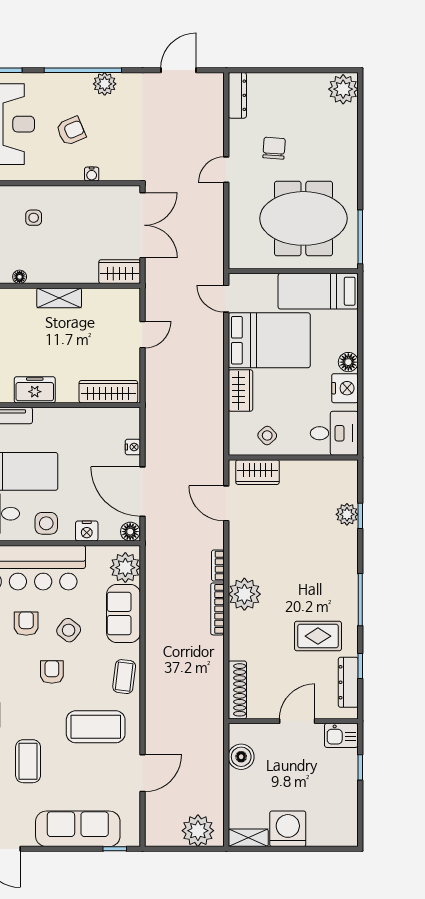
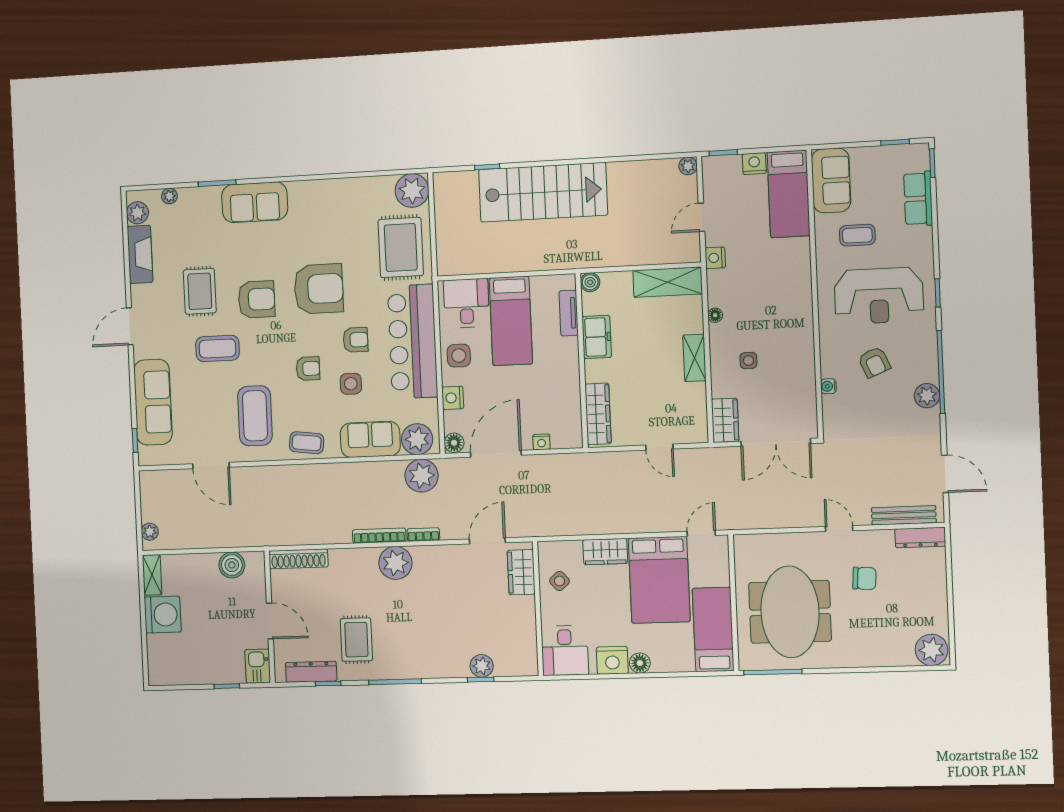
bench: (216, 110) -> (904, 515), added
side table: (34, 218) -> (748, 361), moved
plant: (161, 565) -> (422, 476), added
side table: (69, 630) -> (351, 384), turned -38
plant: (198, 831) -> (150, 532), width x0.53, depth x0.53

